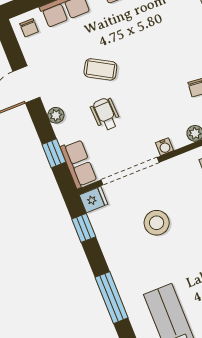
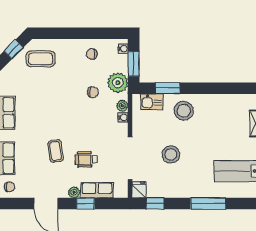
coffee table: (100, 69) -> (56, 151), turned -38
water cooler: (165, 147) -> (123, 118), moved
window: (54, 153) -> (86, 204), moved
row of seats: (79, 164) -> (97, 190), moved

